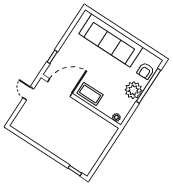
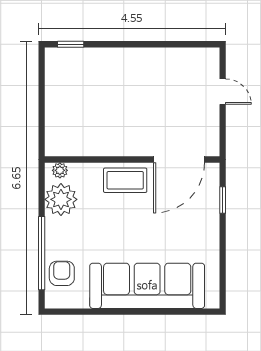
plant: (133, 90) -> (61, 199), moved
door: (28, 93) -> (223, 92), moved

